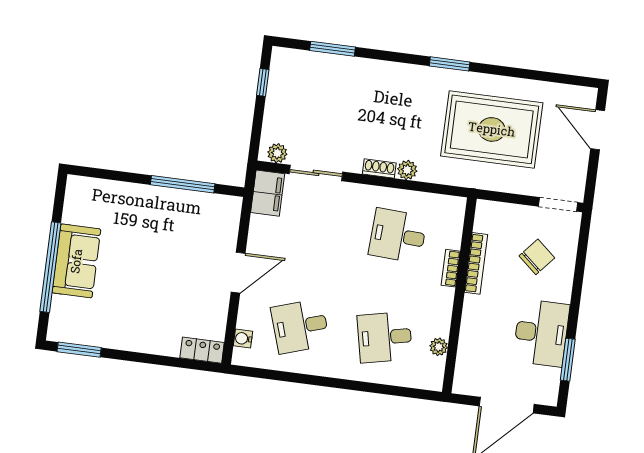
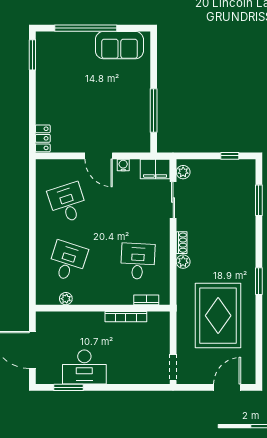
chair: (537, 257) -> (136, 357), removed
sofa: (76, 261) -> (119, 45), moved
bookcase: (451, 268) -> (146, 300), moved
desk: (385, 337) -> (68, 261), turned 30
water cooler: (243, 339) -> (123, 165), moved

